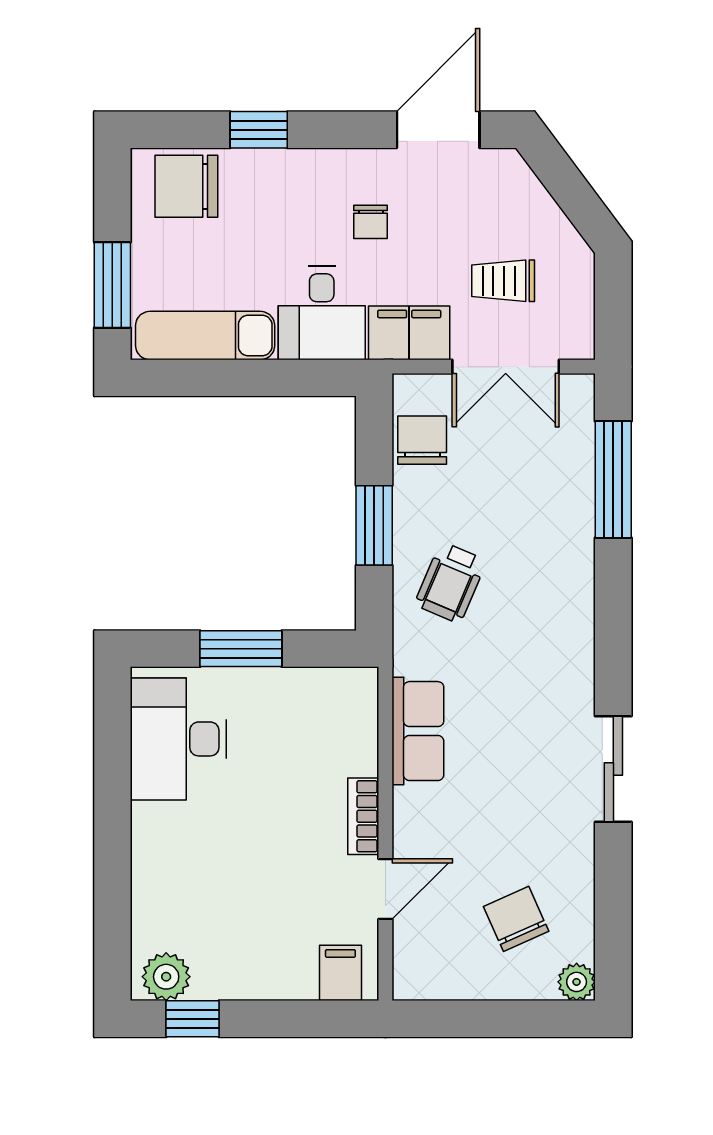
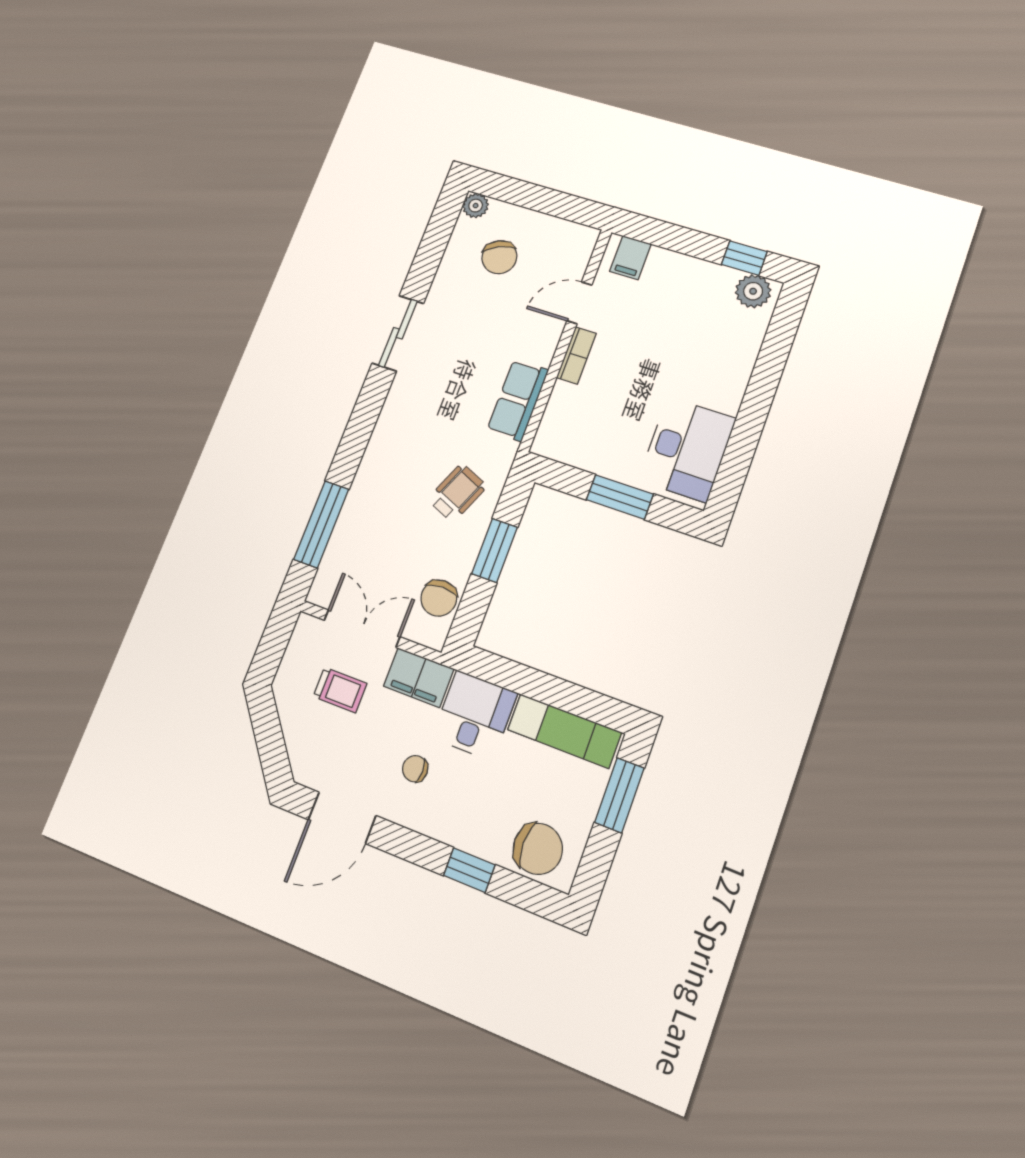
chair: (371, 222) -> (415, 769), turned -90

